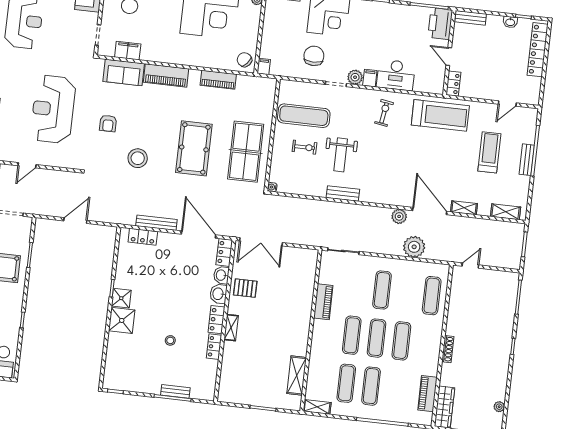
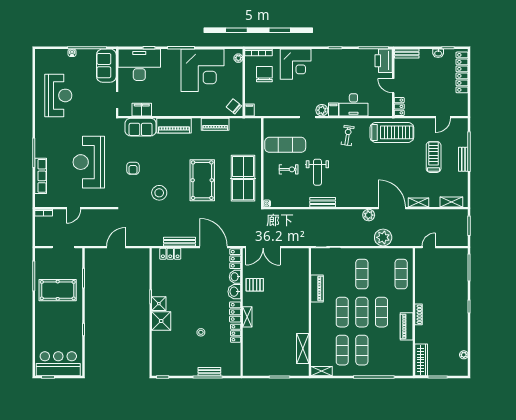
chair: (314, 56) -> (264, 74), moved
piano: (428, 394) -> (407, 326), moved

